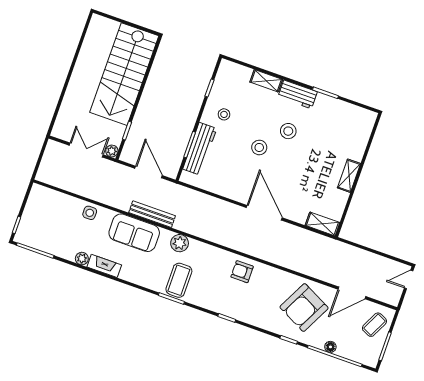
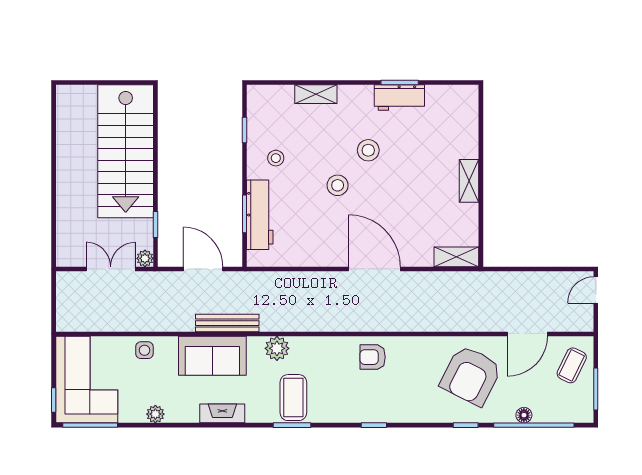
workbench: (298, 94) -> (399, 98), moved
corner sofa: (44, 219) -> (87, 380), added
fireplace: (104, 266) -> (222, 413), moved

